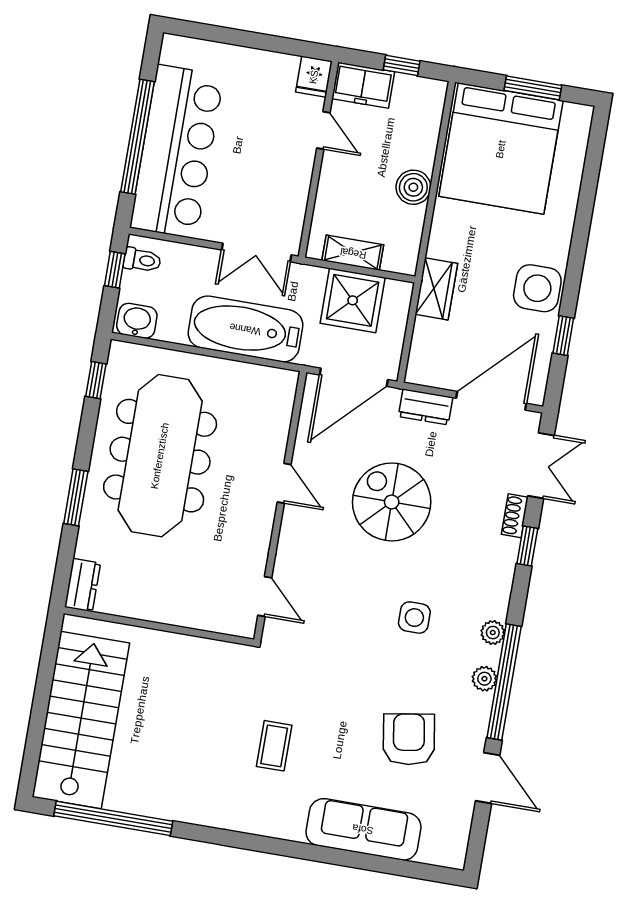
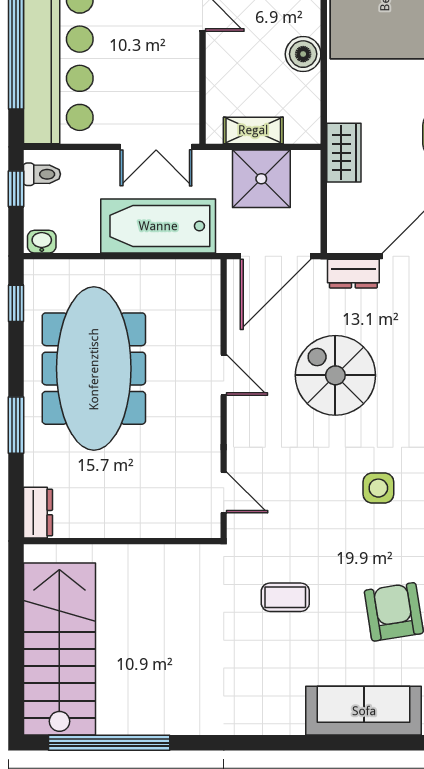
washbasin: (137, 321) -> (42, 242), width x0.72, depth x0.69
coffee table: (274, 746) -> (285, 597), moved, turned 90

